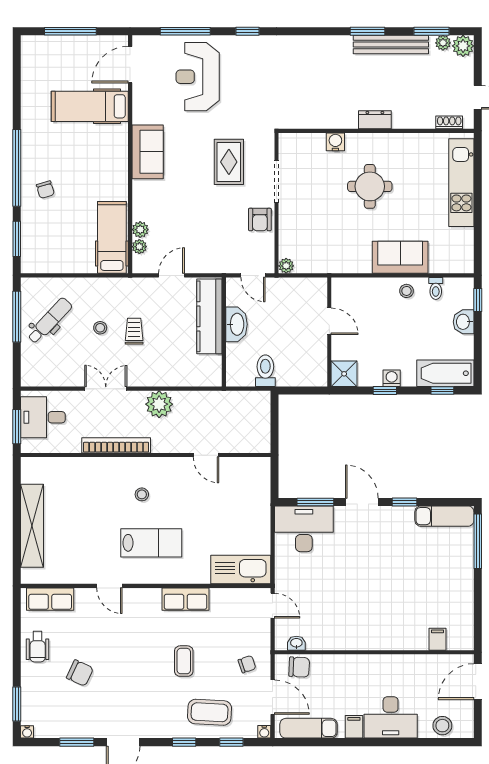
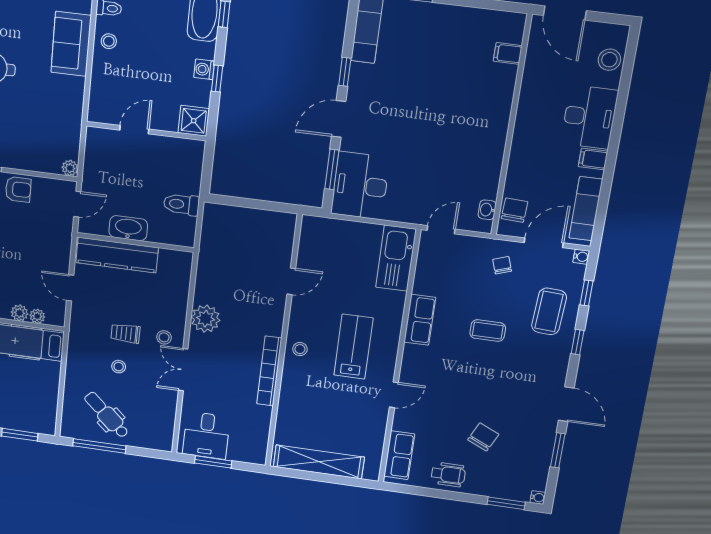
stool: (135, 368) -> (164, 337), added
bookcase: (116, 445) -> (269, 371), moved
wall: (146, 455) -> (283, 343), moved
door: (206, 455) -> (291, 281), moved

